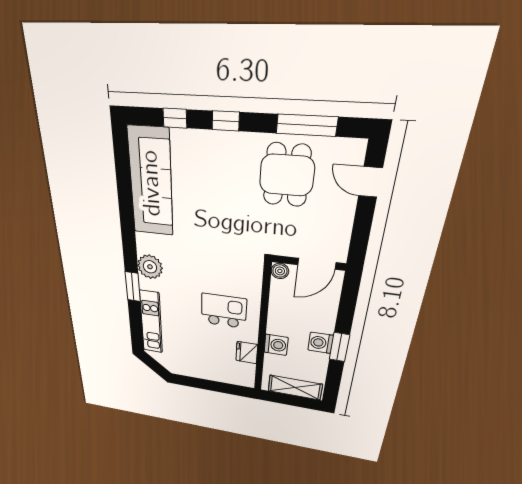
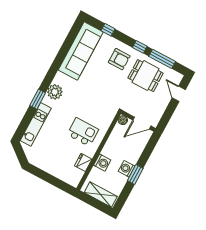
window: (226, 121) -> (140, 47), moved
armchair: (223, 166) -> (119, 59), added
dining table: (287, 175) -> (146, 76), turned 90

